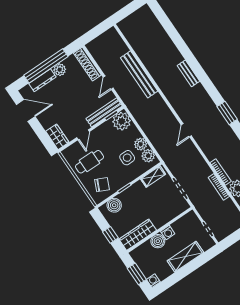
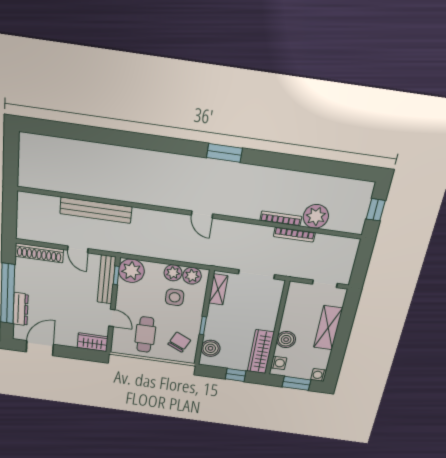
plant: (60, 70) -> (23, 284), removed
bench: (188, 73) -> (141, 156), removed
washing machine: (168, 232) -> (279, 363), moved

